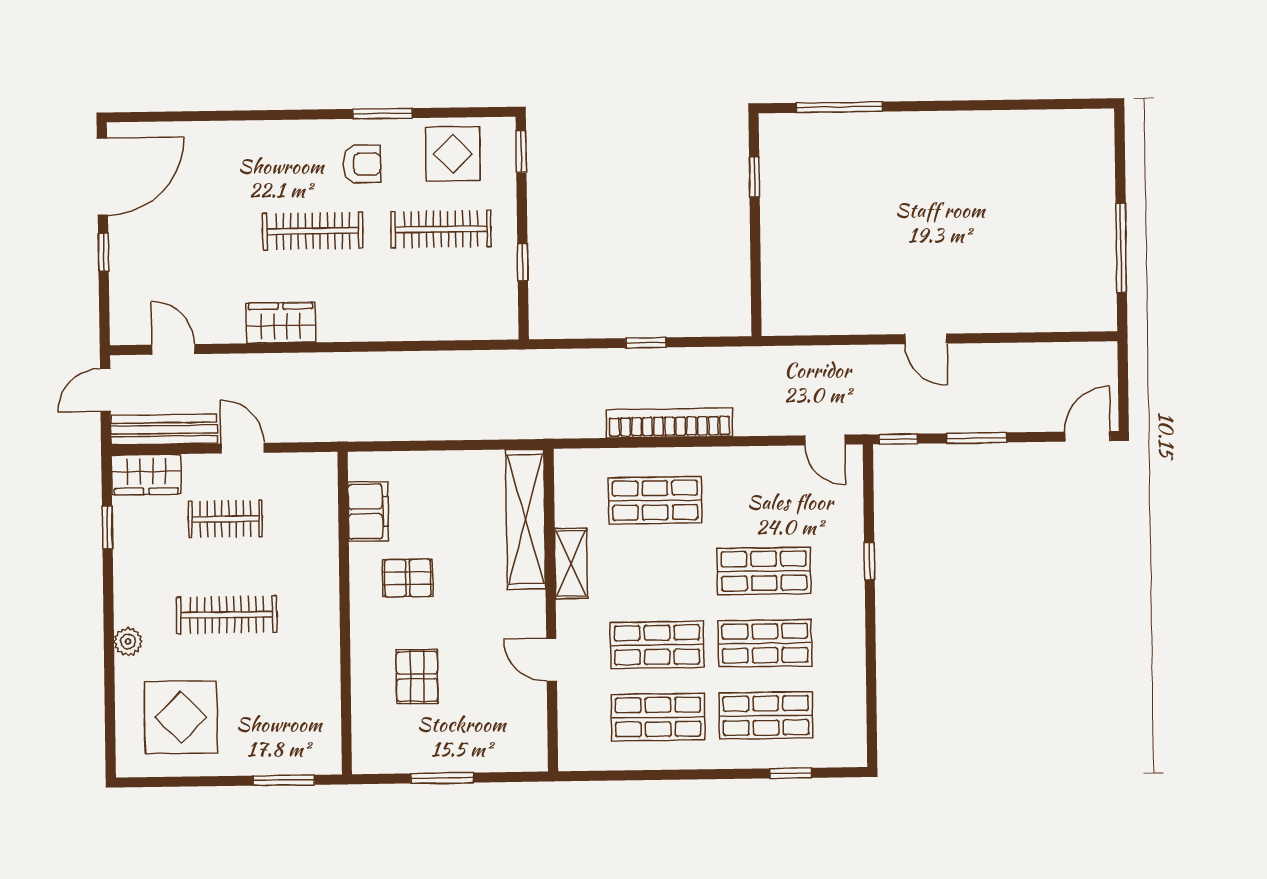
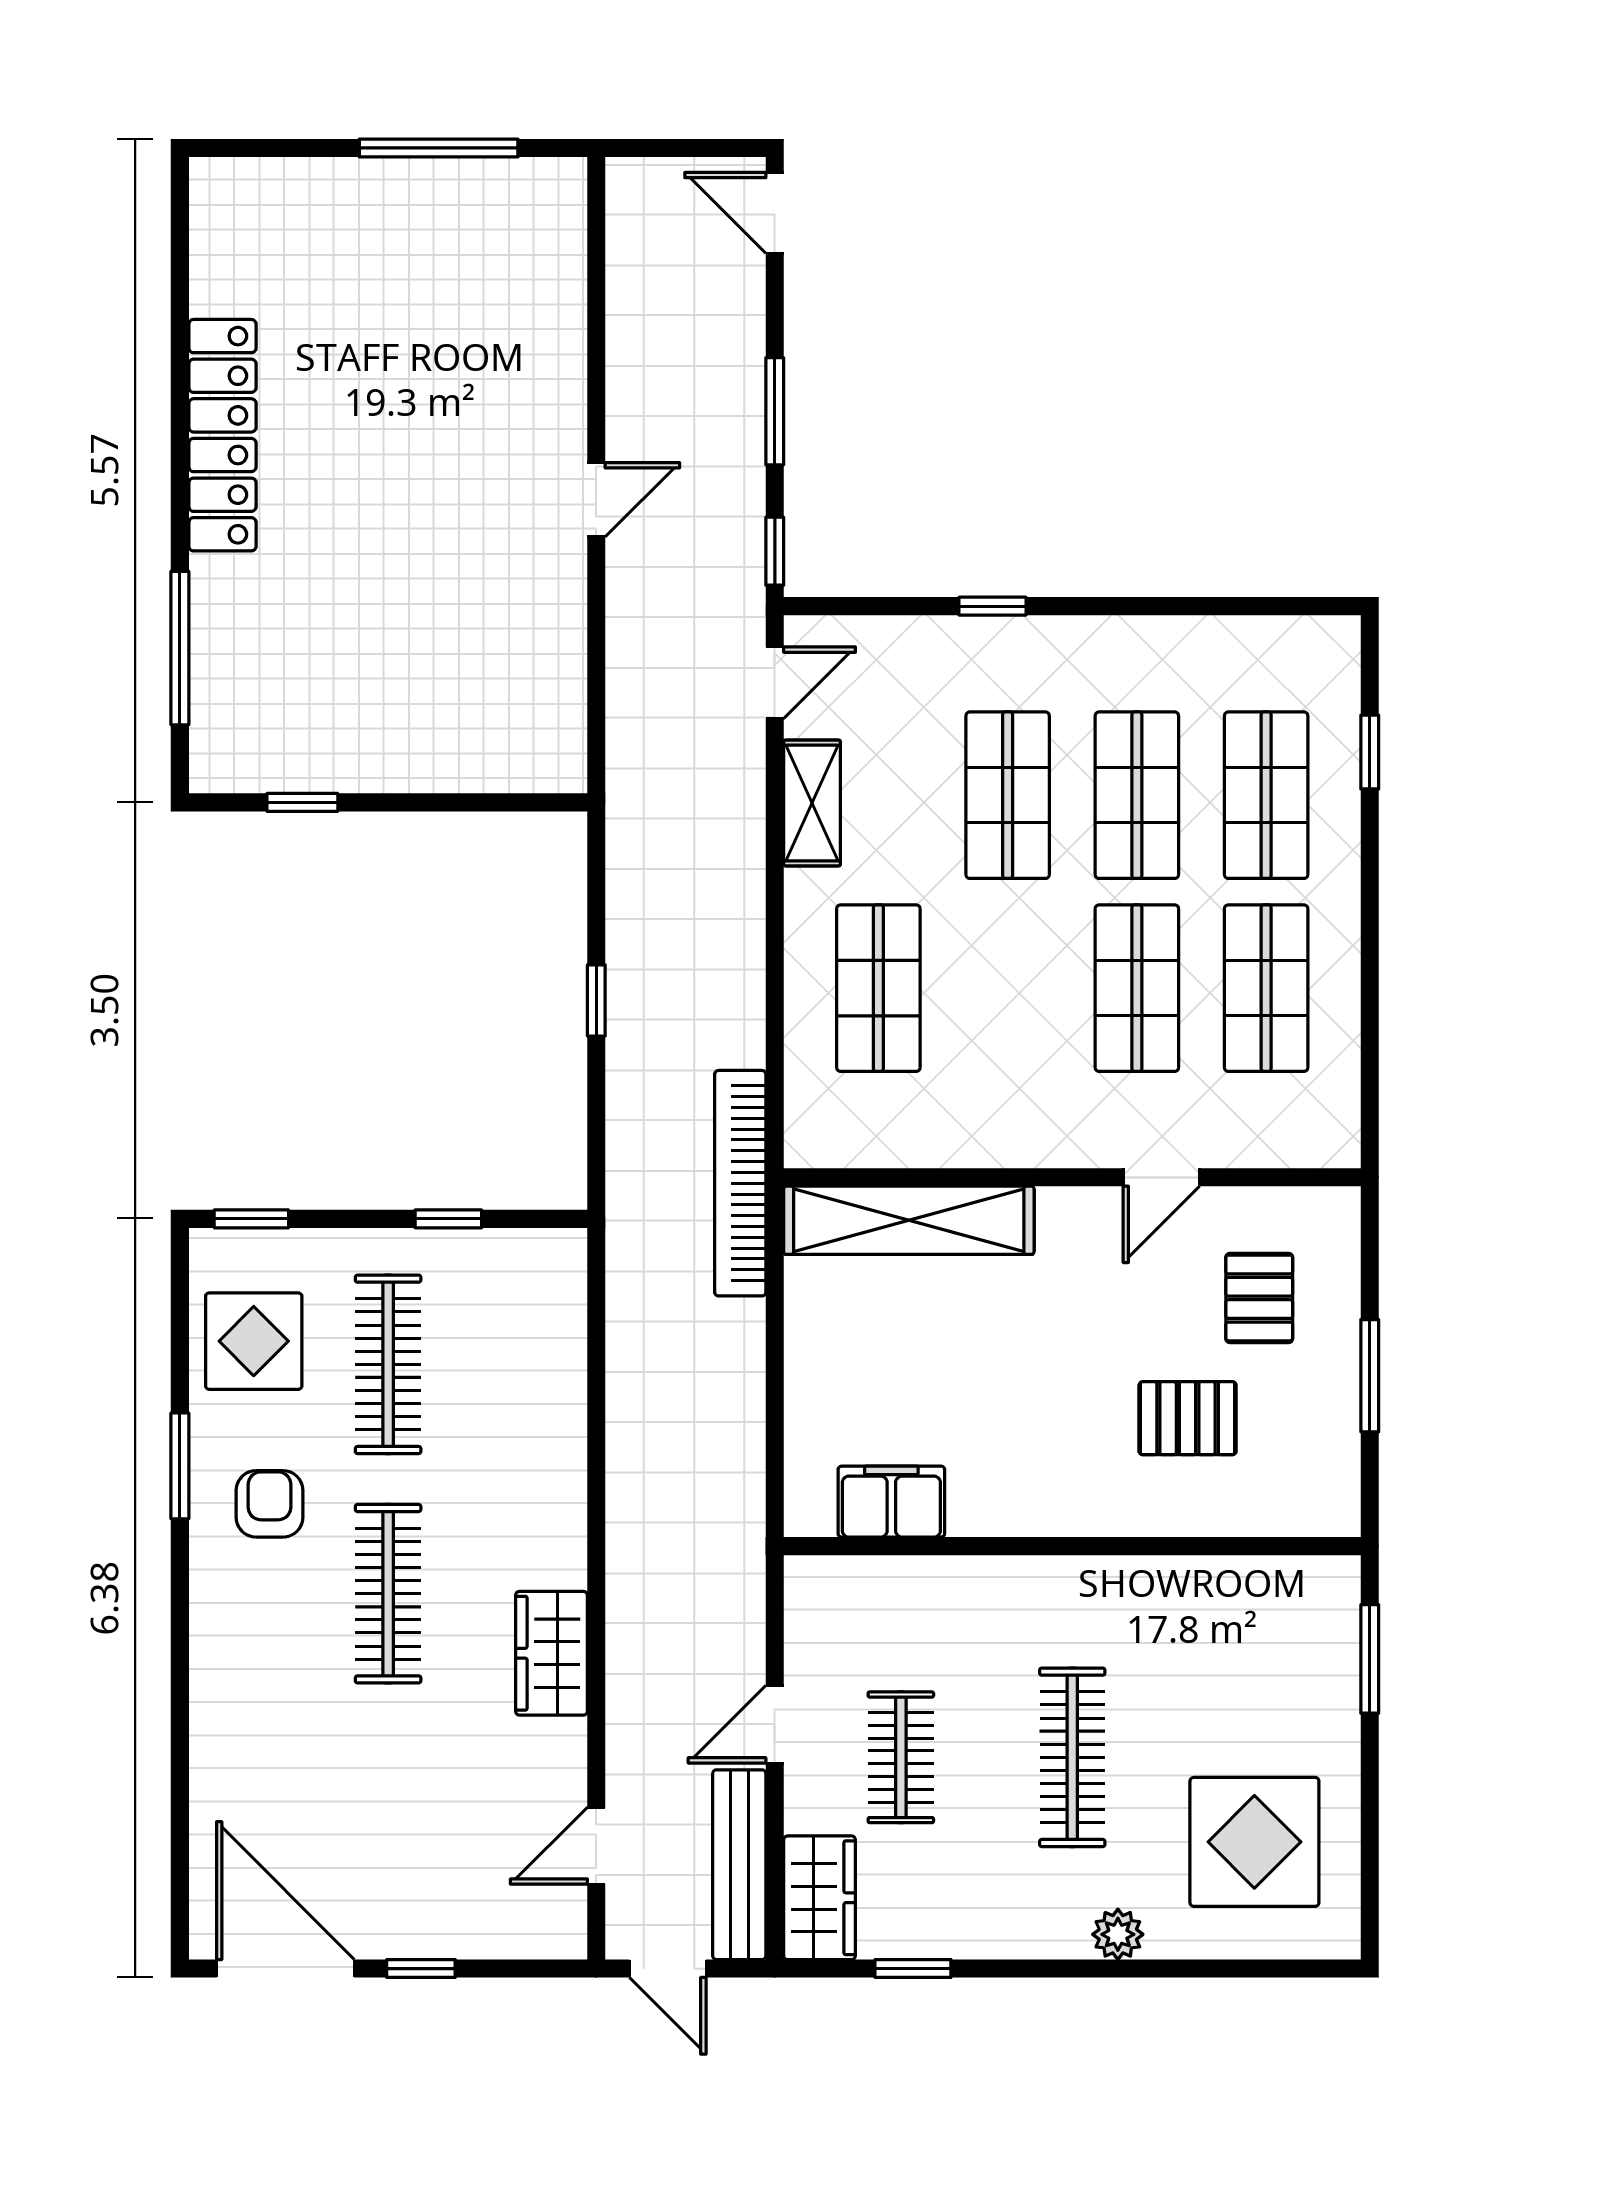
locker: (959, 129) -> (222, 435), added
bookcase: (669, 423) -> (740, 1183), moved
shelving: (571, 563) -> (812, 803), moved, turned 90
pallet: (408, 578) -> (1259, 1298), moved

